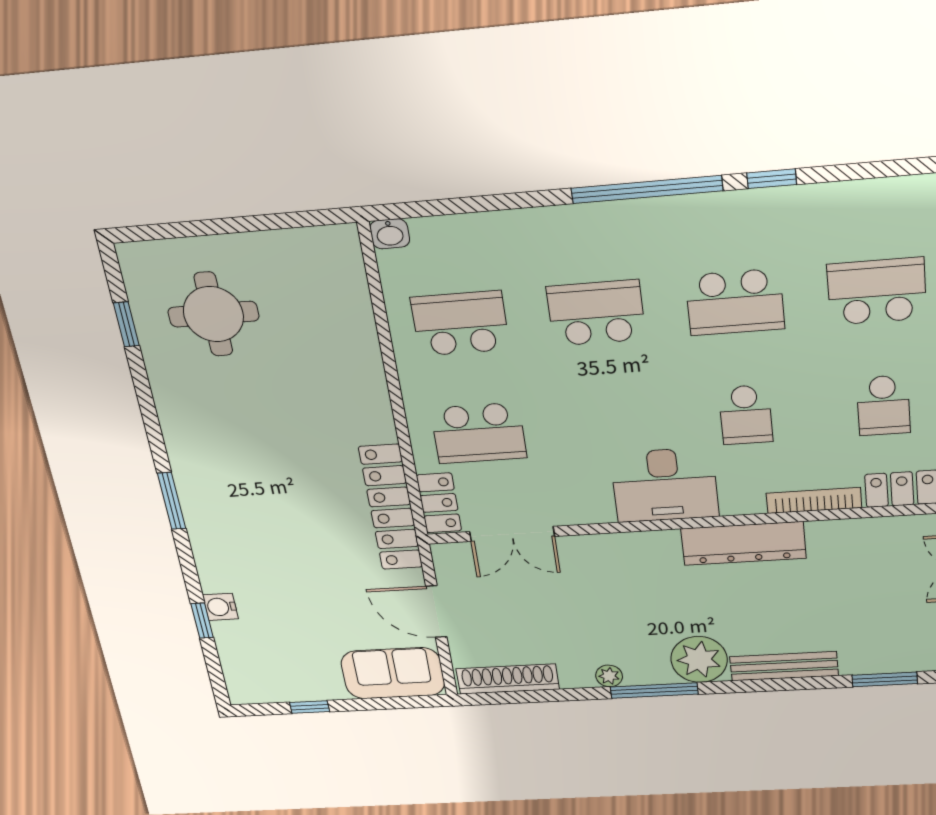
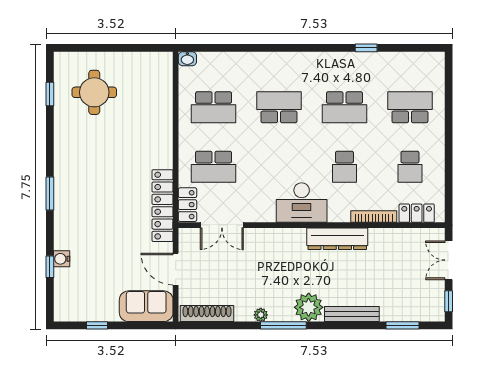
window: (647, 190) -> (309, 48), removed
school desk: (460, 323) -> (214, 107), turned 180

